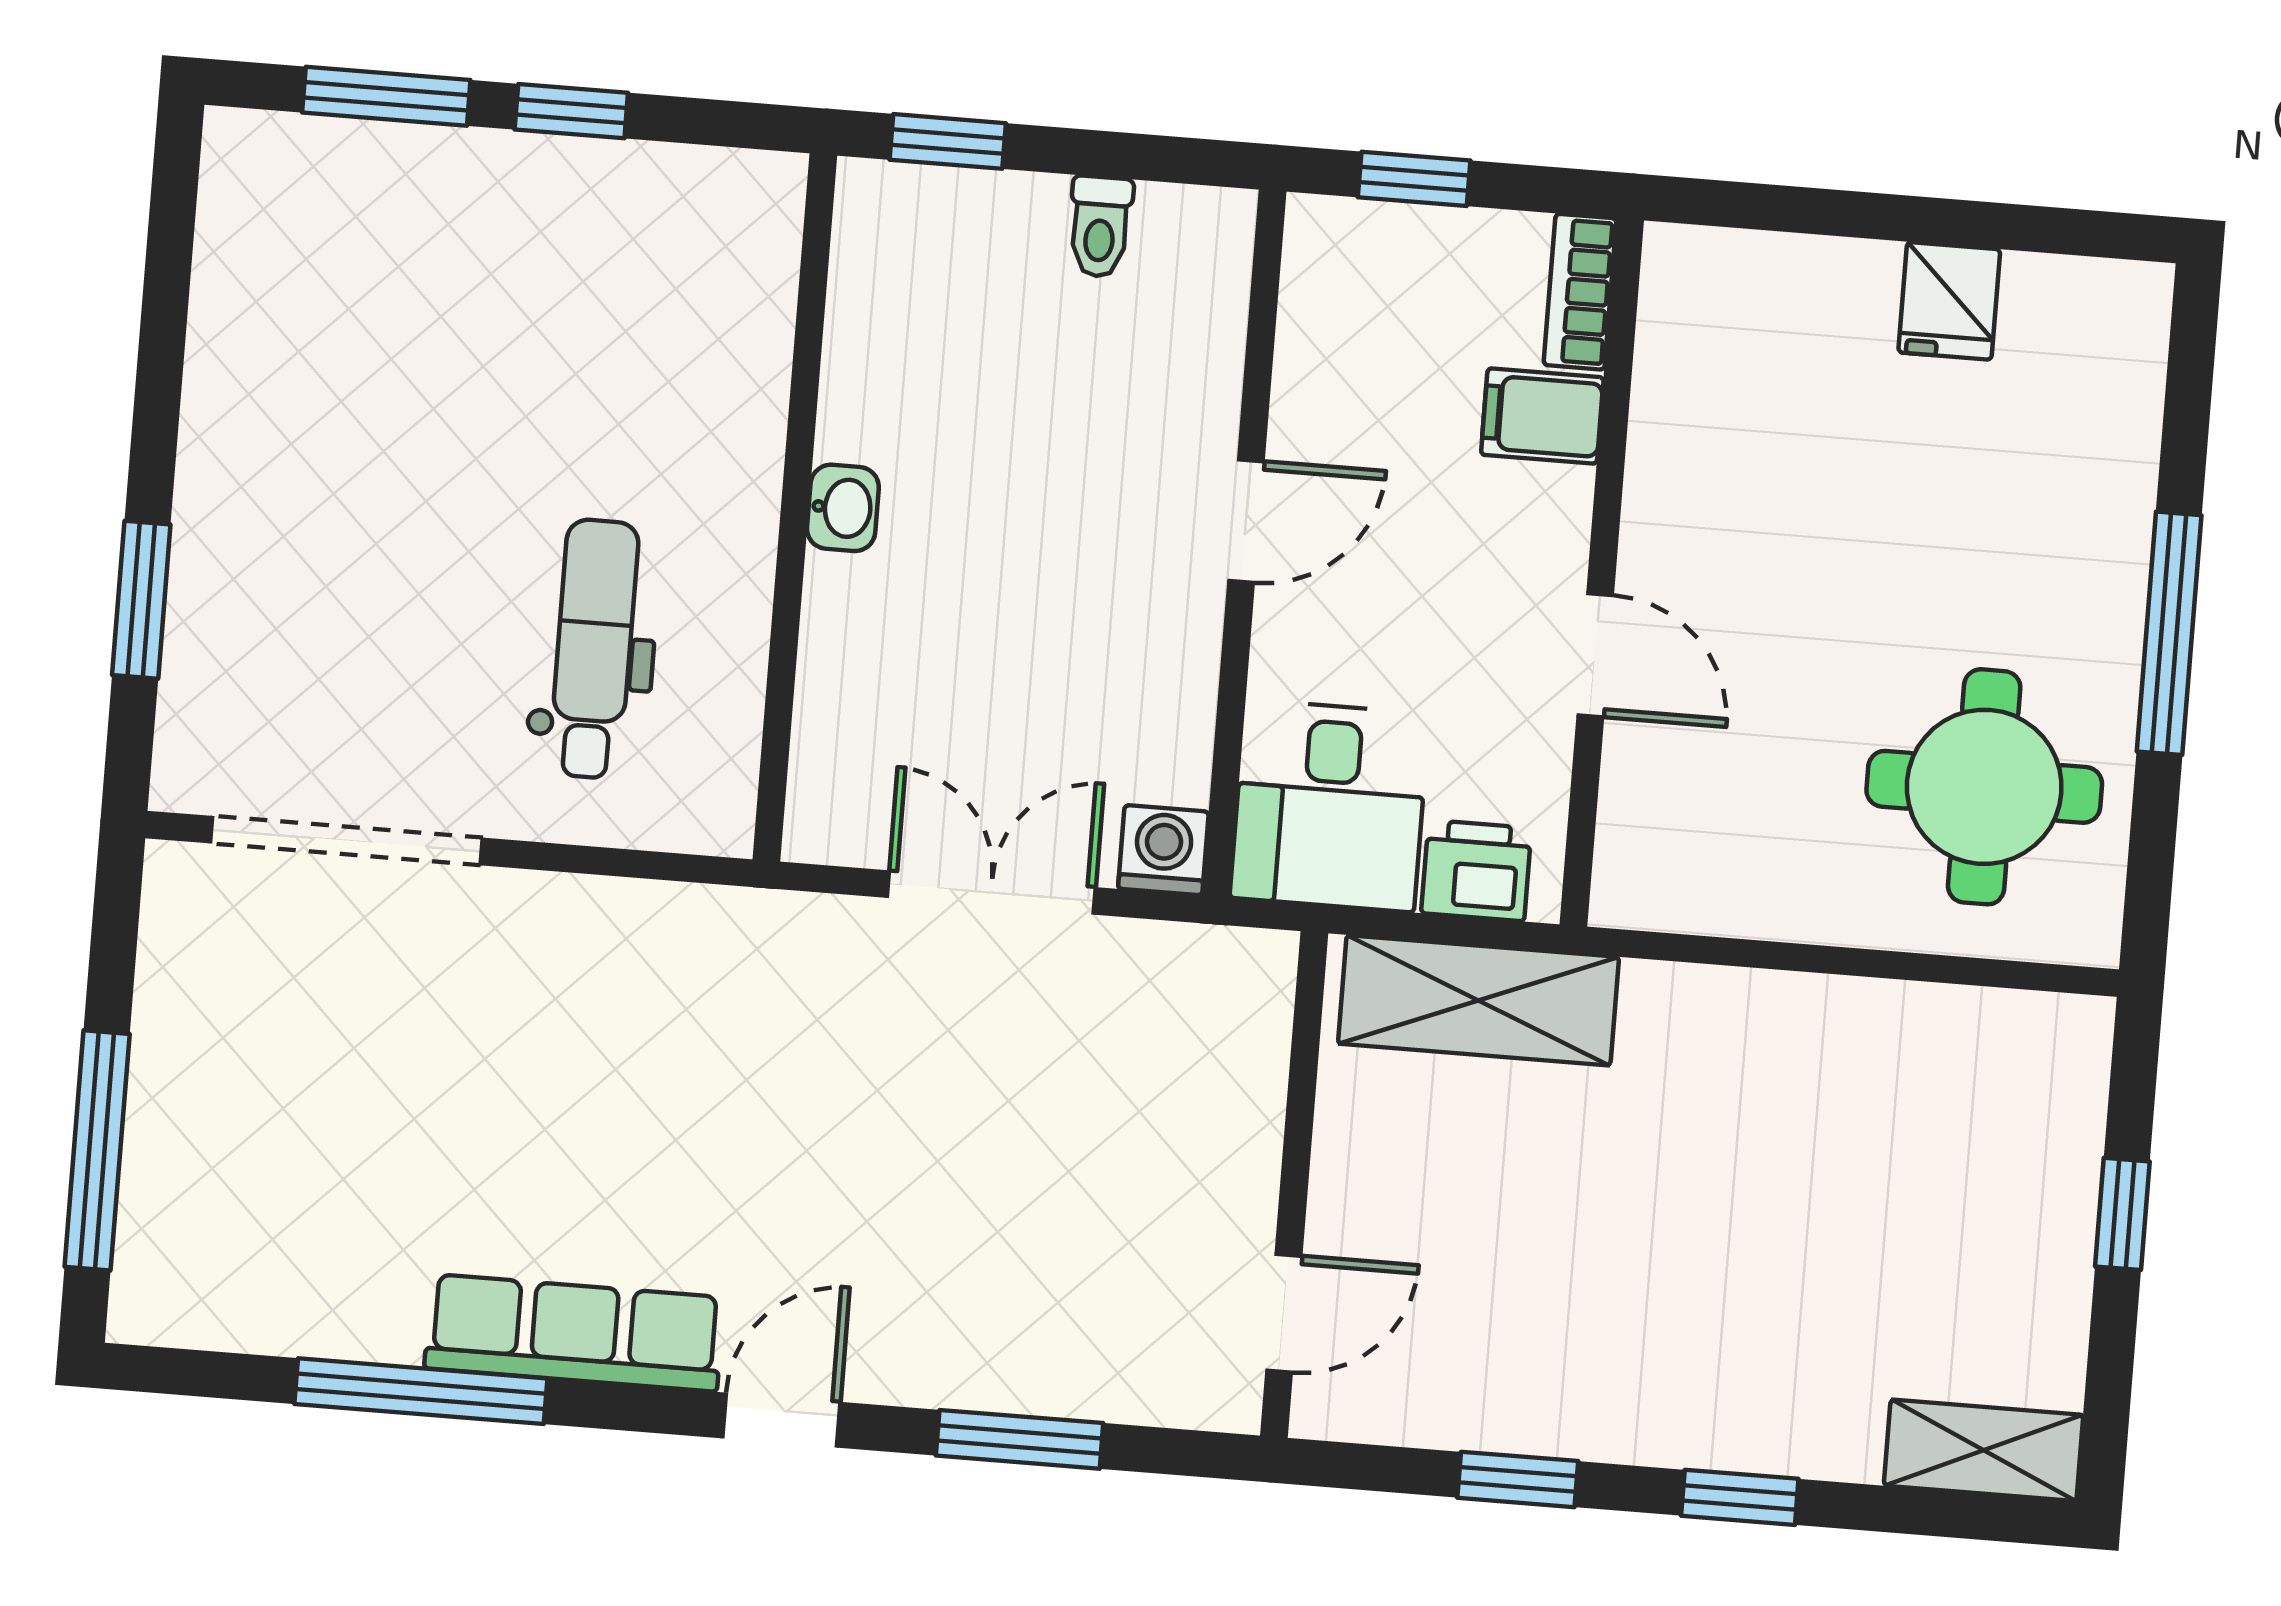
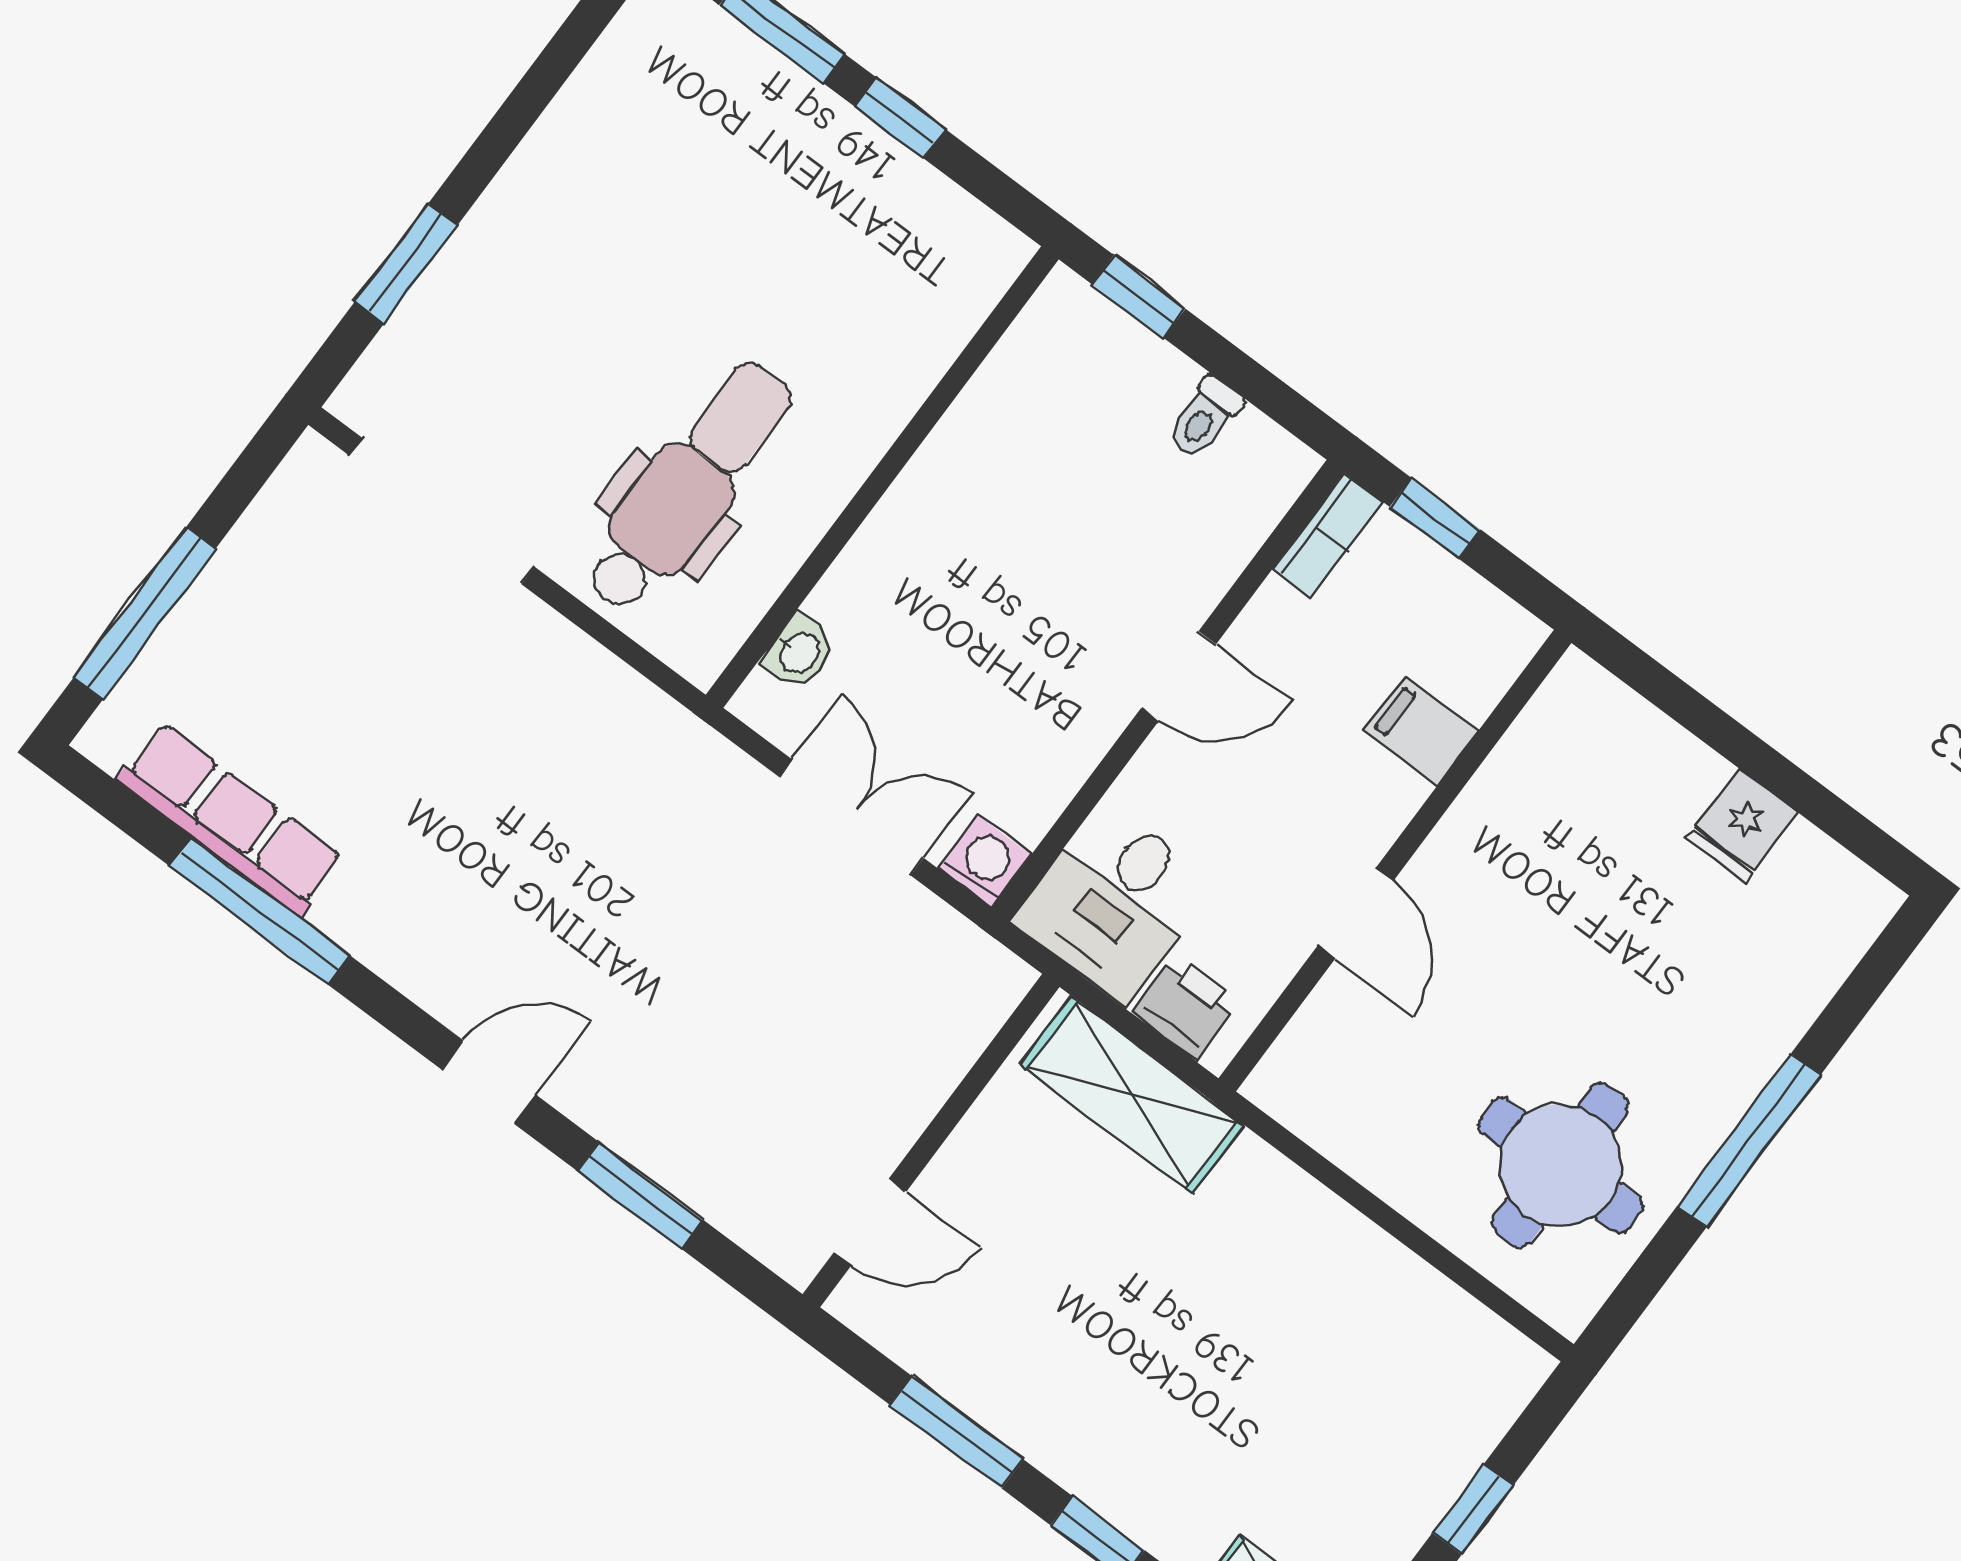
bookcase: (1580, 292) -> (1327, 535), moved, turned 180
washbasin: (843, 508) -> (799, 652), moved
dental chair: (594, 649) -> (688, 487), width x1.36, depth x1.38
row of seats: (574, 1333) -> (231, 819), moved
window: (1518, 1479) -> (956, 1432), width x1.50

